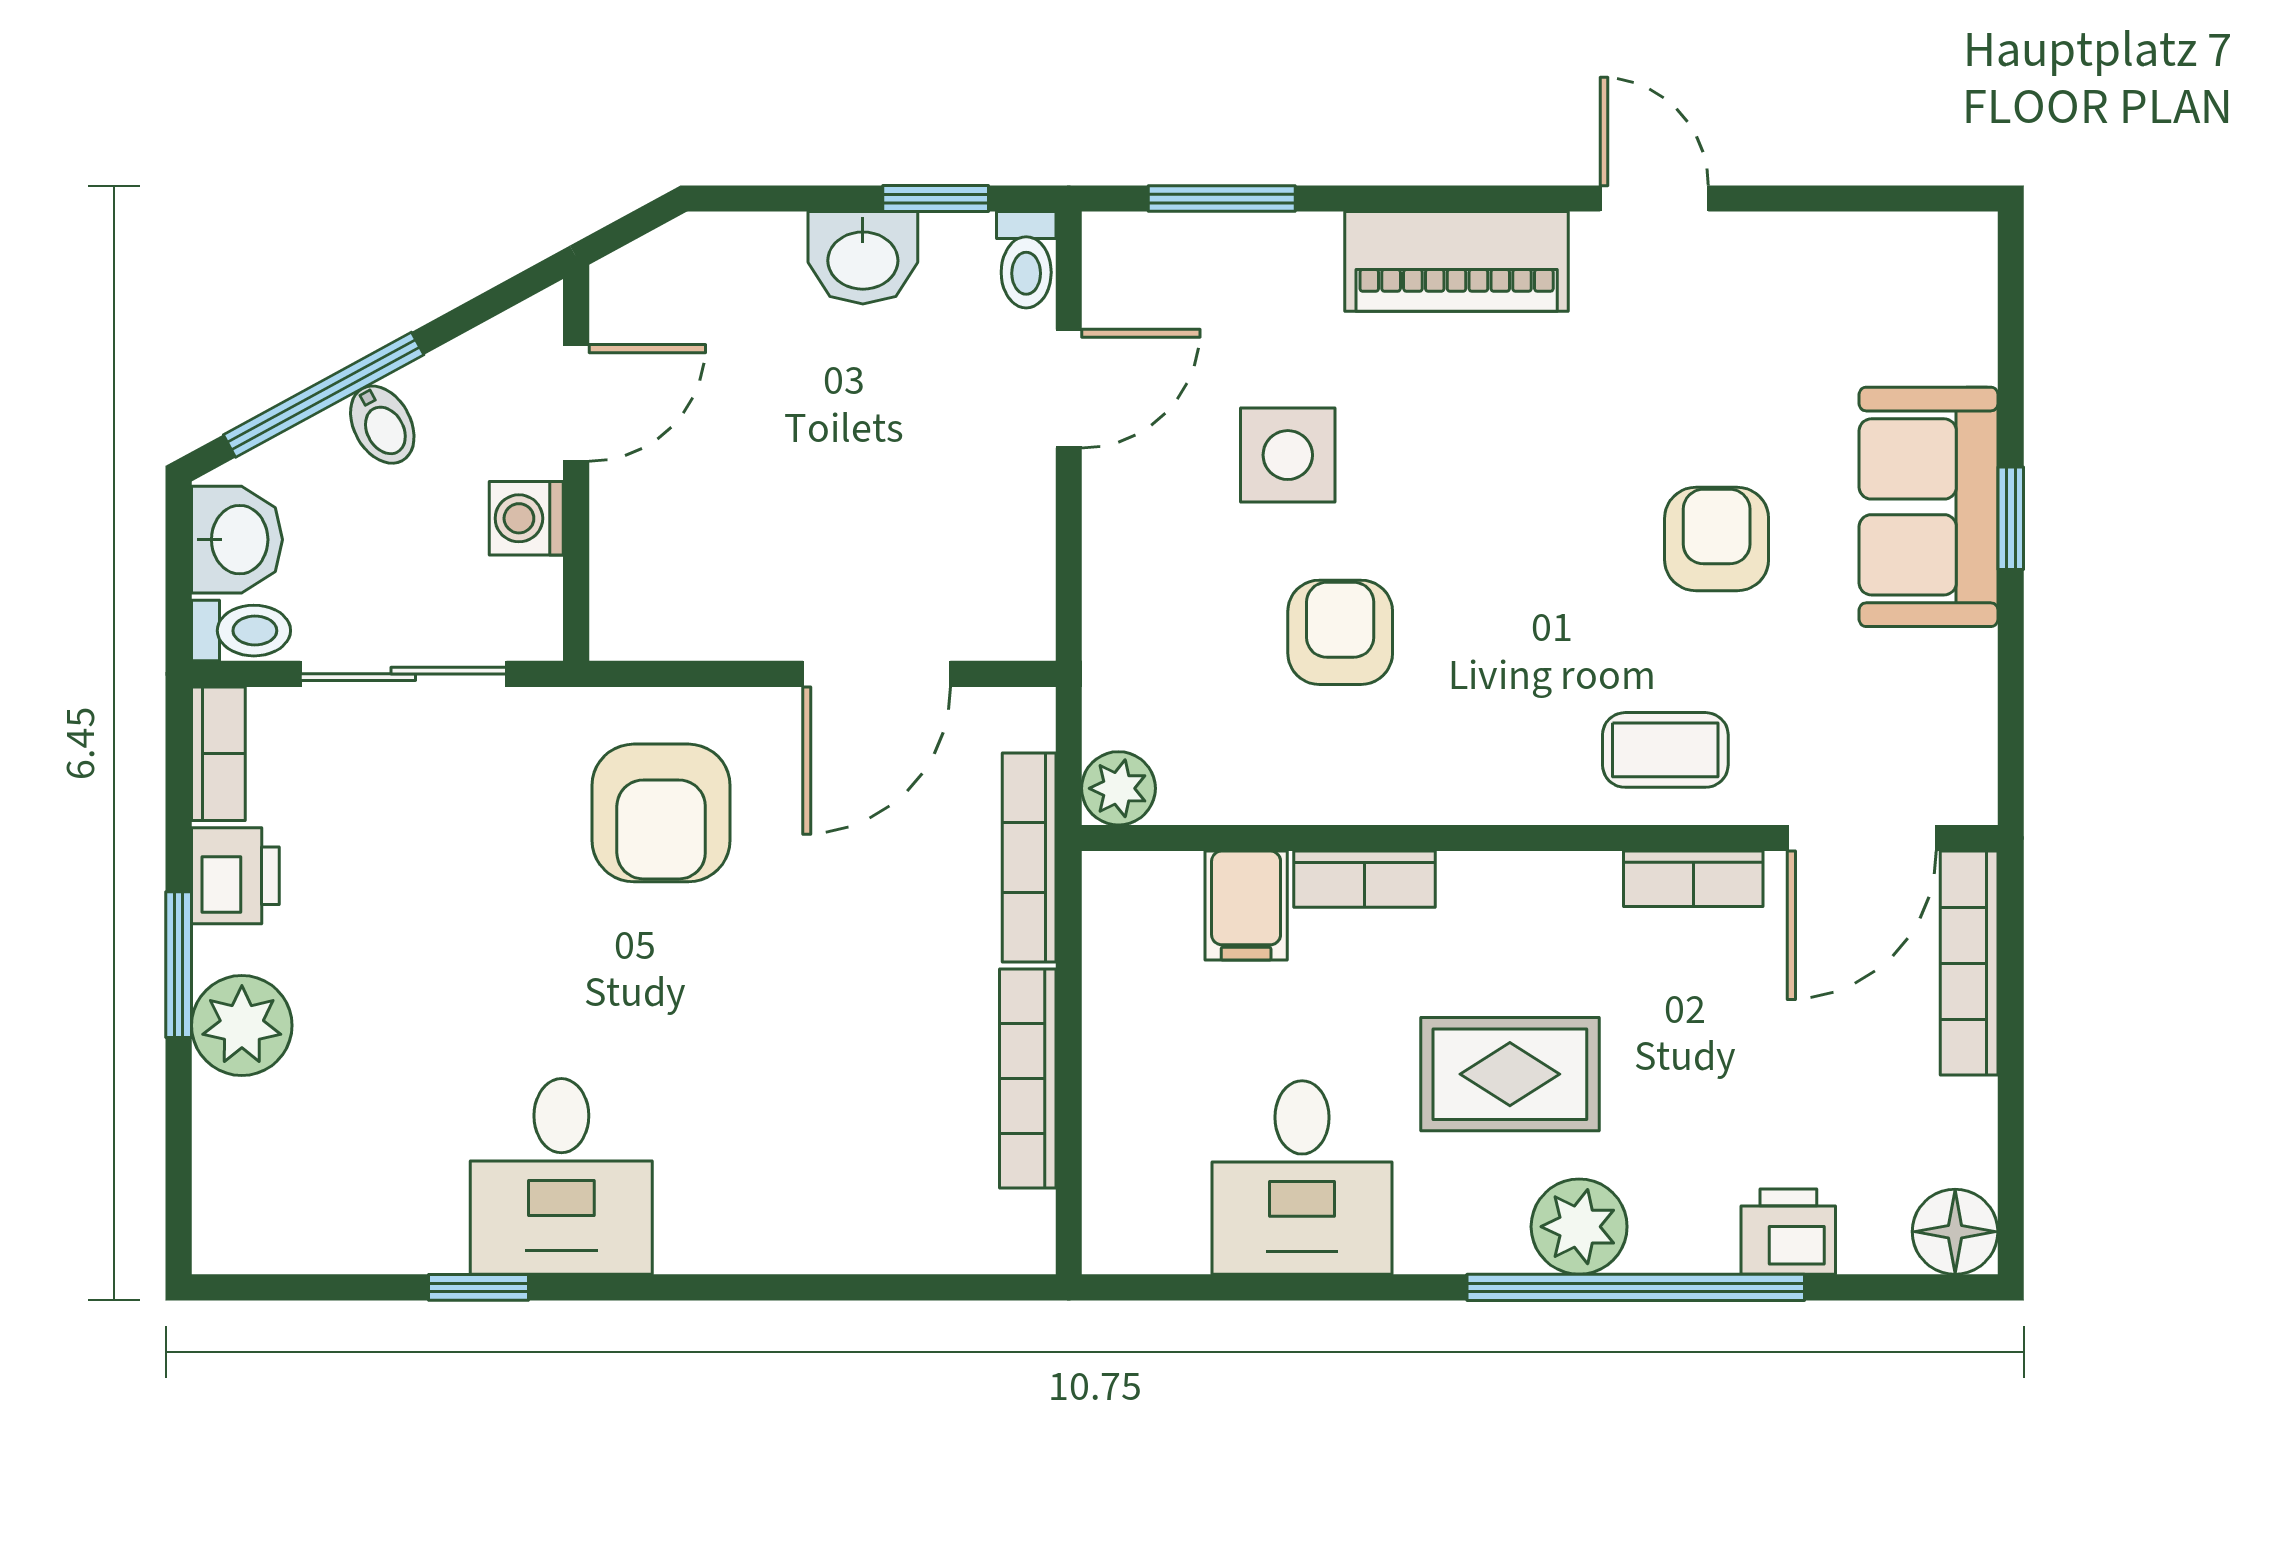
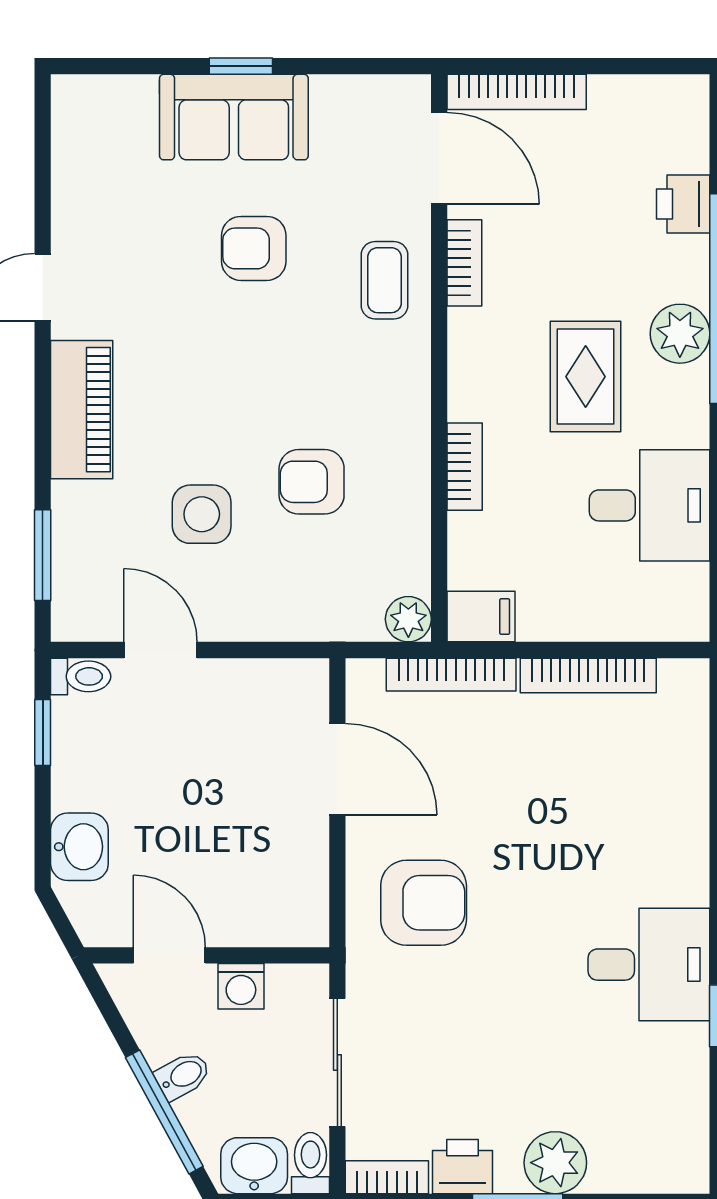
washbasin: (863, 258) -> (79, 847), moved
filing cabinet: (1246, 906) -> (481, 617), moved
floor lamp: (1955, 1232) -> (683, 101), removed

